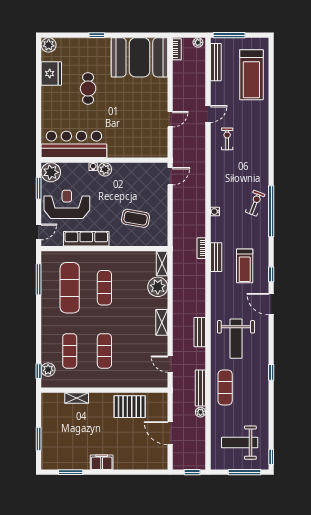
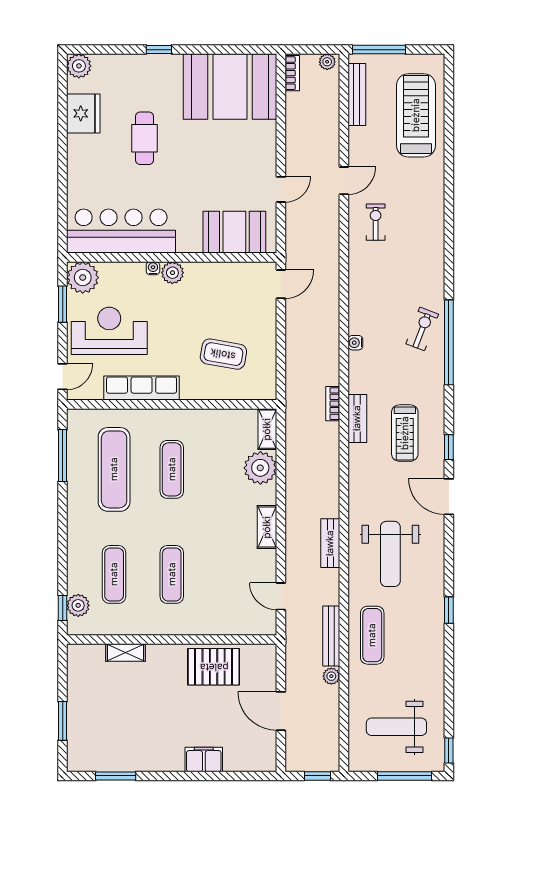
treadmill: (251, 75) -> (416, 115), turned 180
booth: (142, 145) -> (234, 232), added
filing cabinet: (102, 462) -> (204, 759), moved

